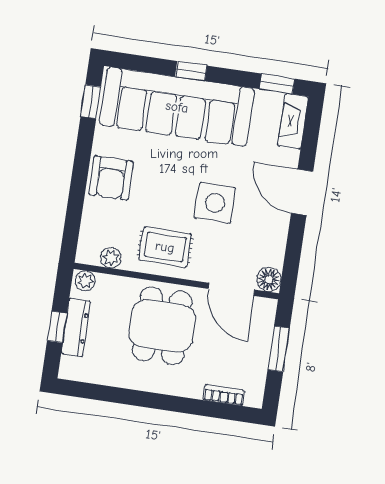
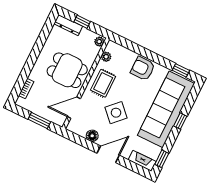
side table: (215, 203) -> (116, 113), turned 45
floor lamp: (269, 279) -> (92, 136), moved
dresser: (76, 327) -> (68, 25), moved

